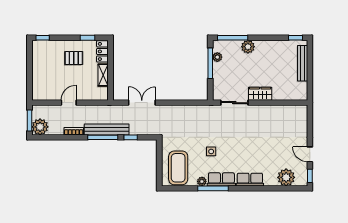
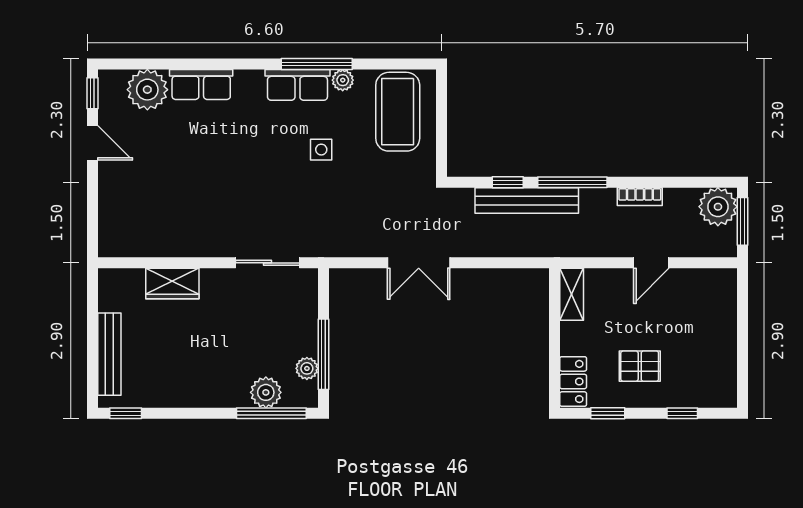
window: (43, 38) -> (682, 413), moved
plant: (248, 47) -> (266, 392), moved
shelving: (103, 75) -> (572, 294), moved
wardrobe: (260, 94) -> (172, 284), moved
double door: (142, 103) -> (419, 263), moved
bench: (107, 130) -> (527, 200), moved
row of seats: (250, 180) -> (201, 84), moved

